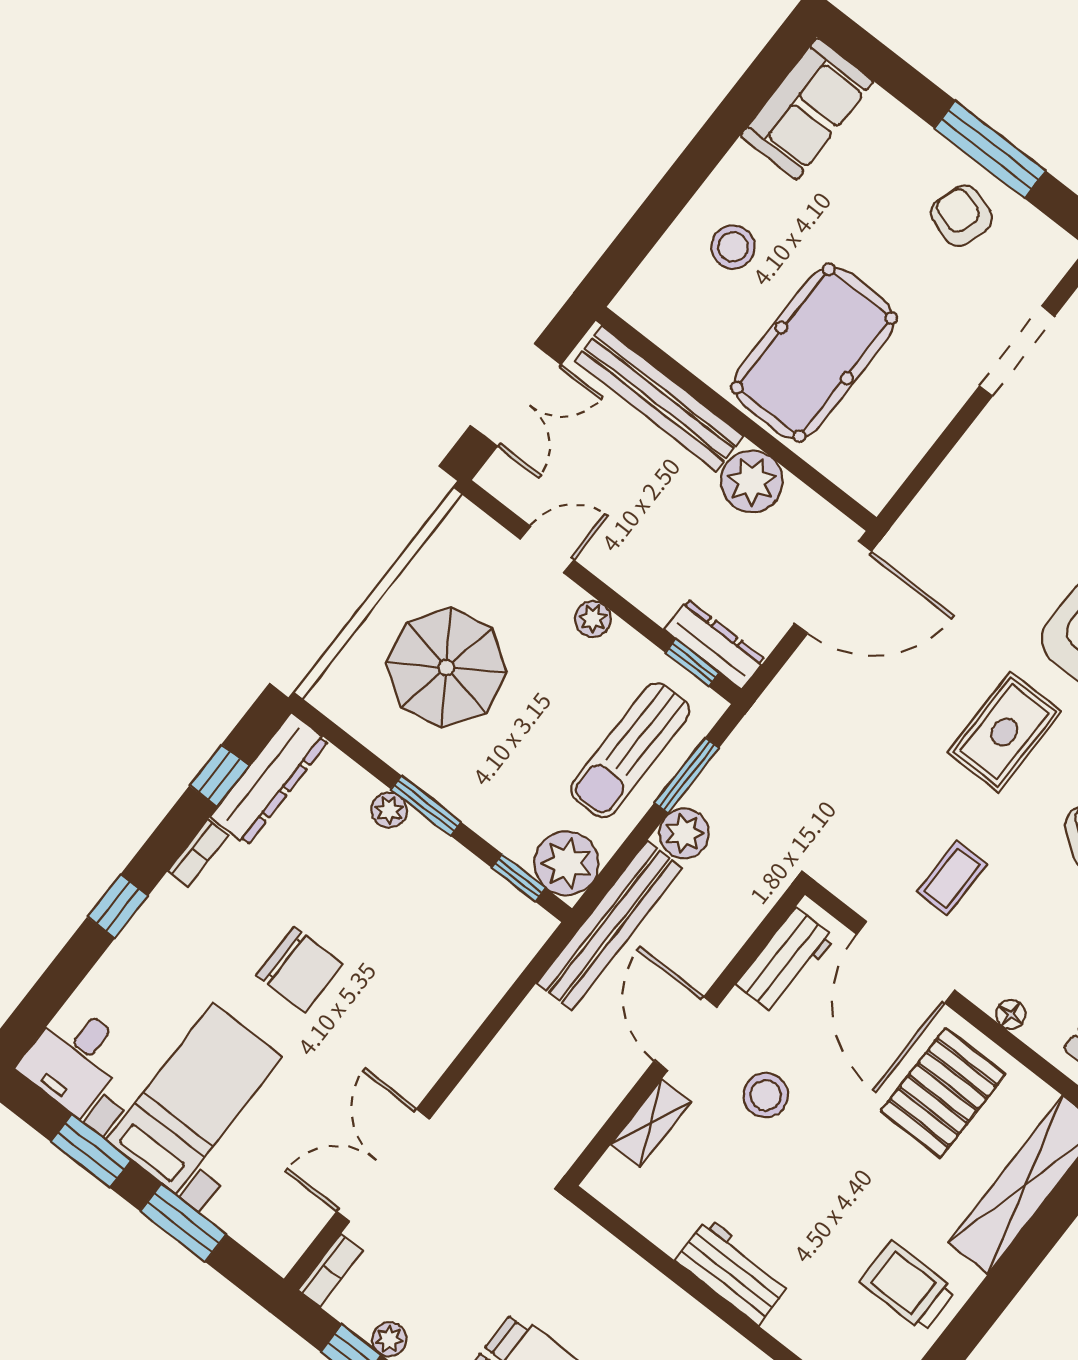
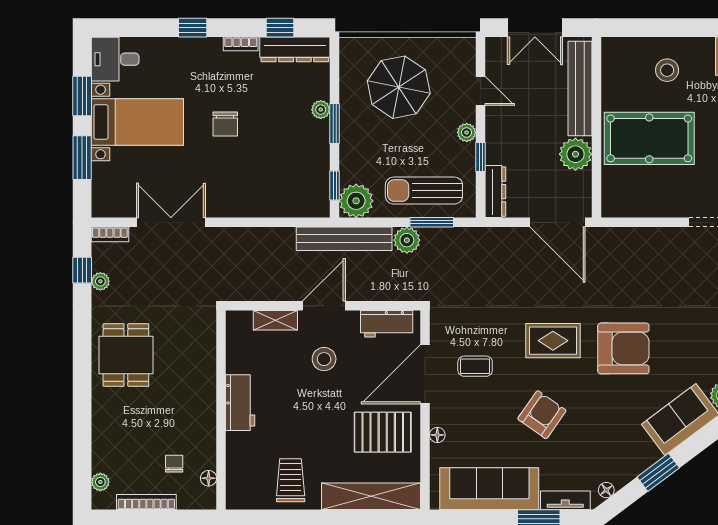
window: (692, 663) -> (481, 157), moved
chair: (300, 970) -> (225, 124), width x0.73, depth x0.73

